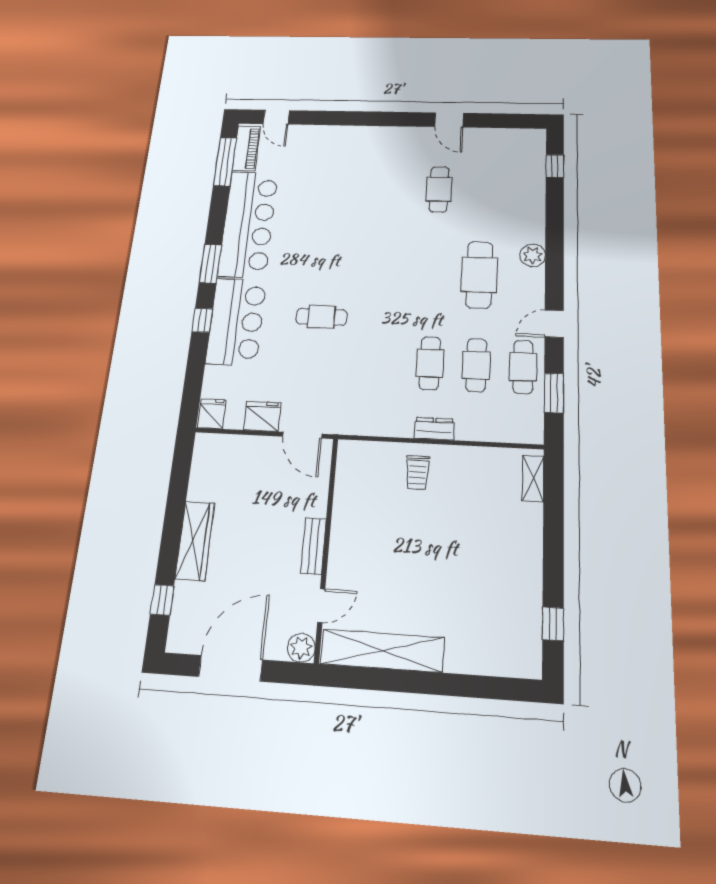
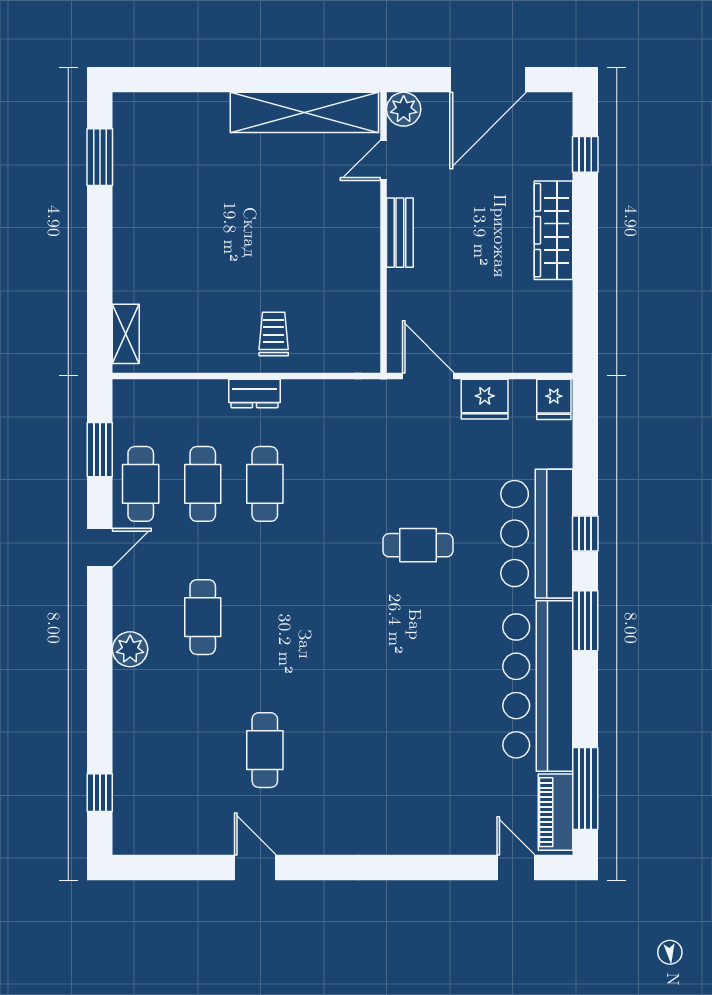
cafe table: (479, 275) -> (203, 617), width x0.73, depth x0.74
window: (553, 624) -> (100, 157), width x1.50

